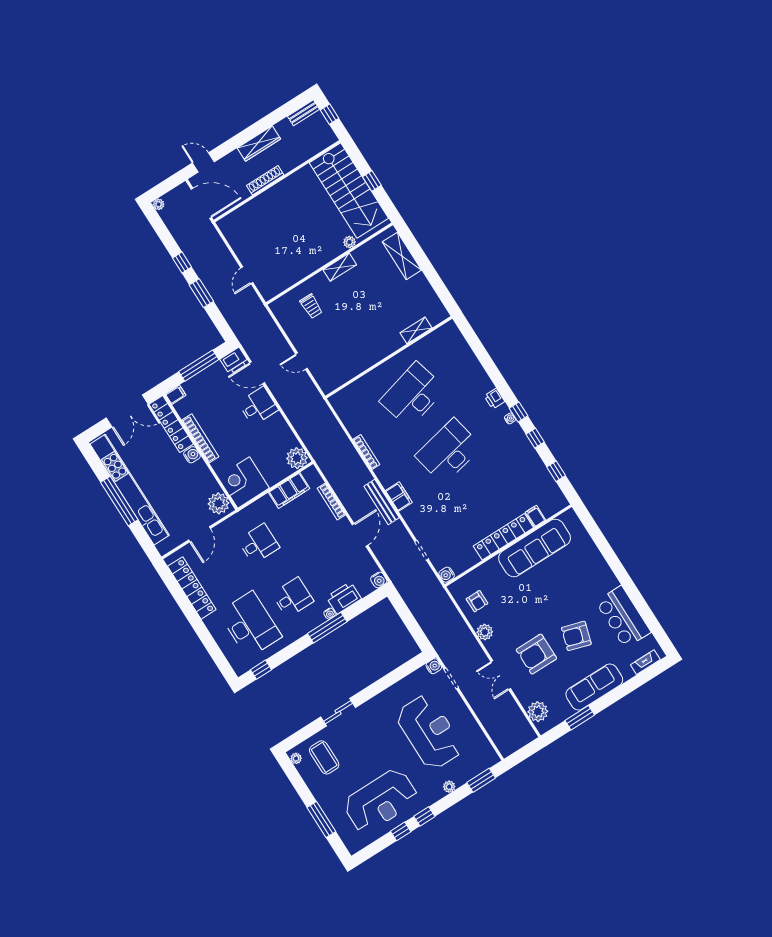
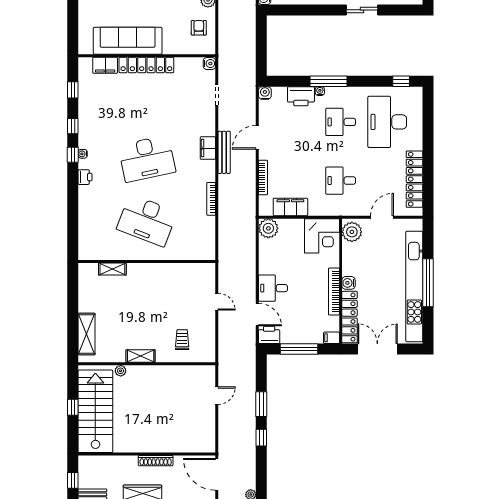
desk: (413, 395) -> (147, 220), turned 36
filing cabinet: (535, 516) -> (105, 65), width x2.00

